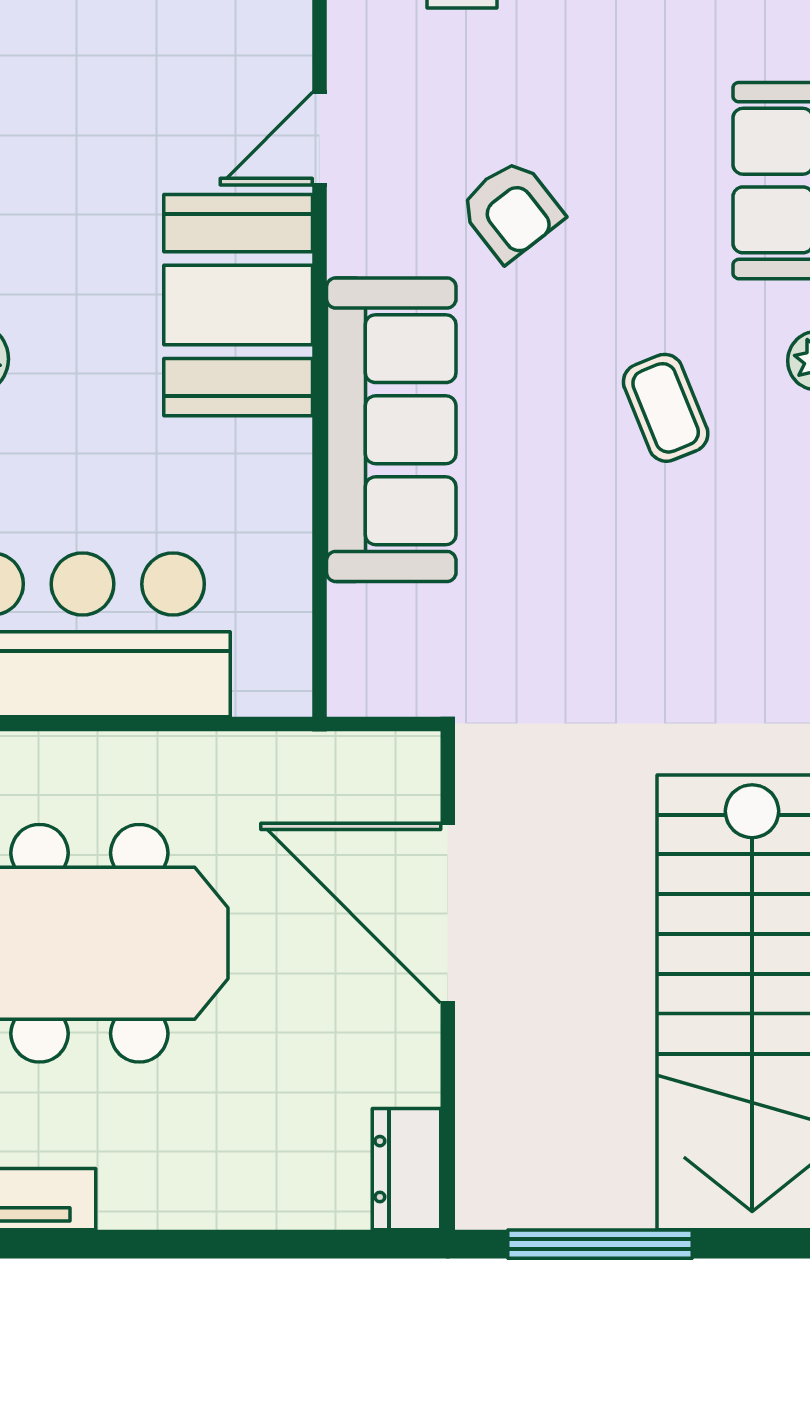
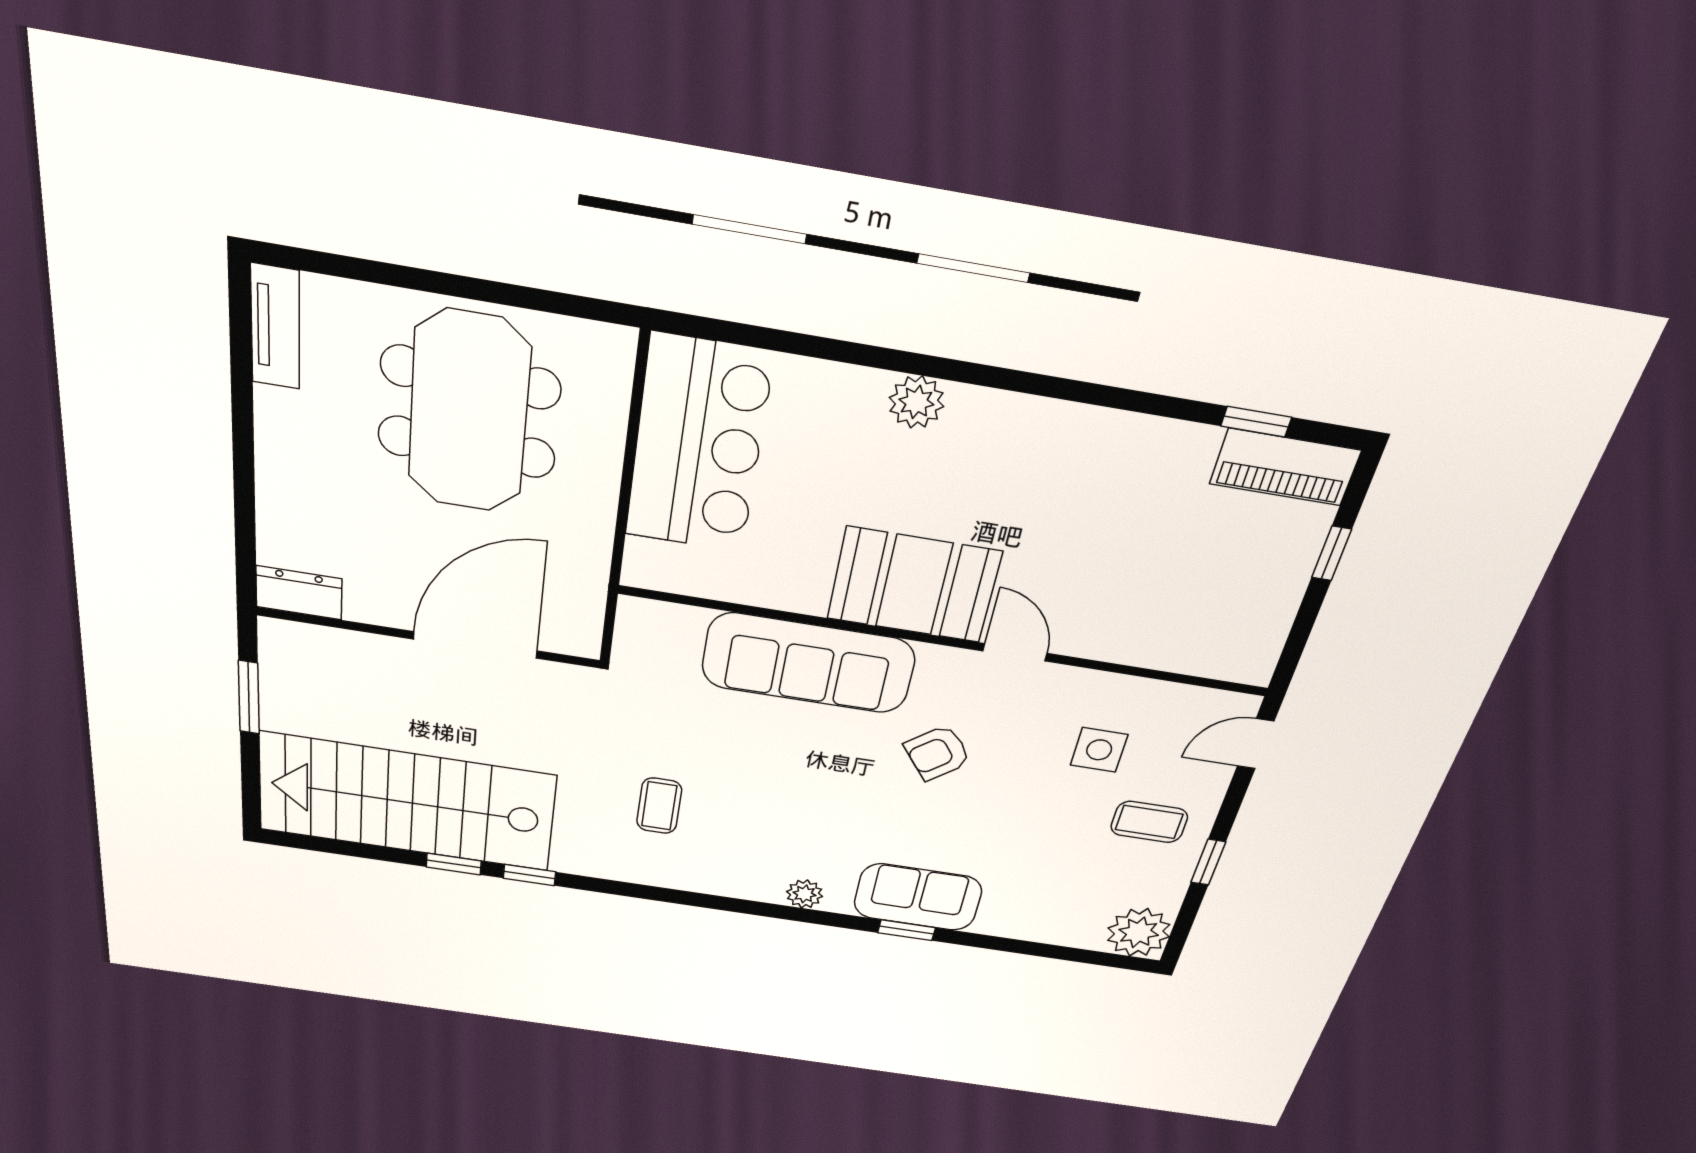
coffee table: (666, 408) -> (659, 806), moved, turned -68
window: (600, 1244) -> (249, 697), width x0.69

